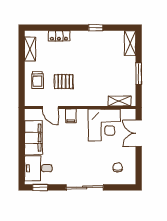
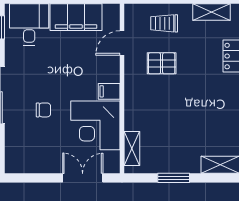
pallet: (64, 82) -> (162, 63), turned 90
filing cabinet: (71, 116) -> (109, 91), moved
chair: (118, 167) -> (43, 110), moved

